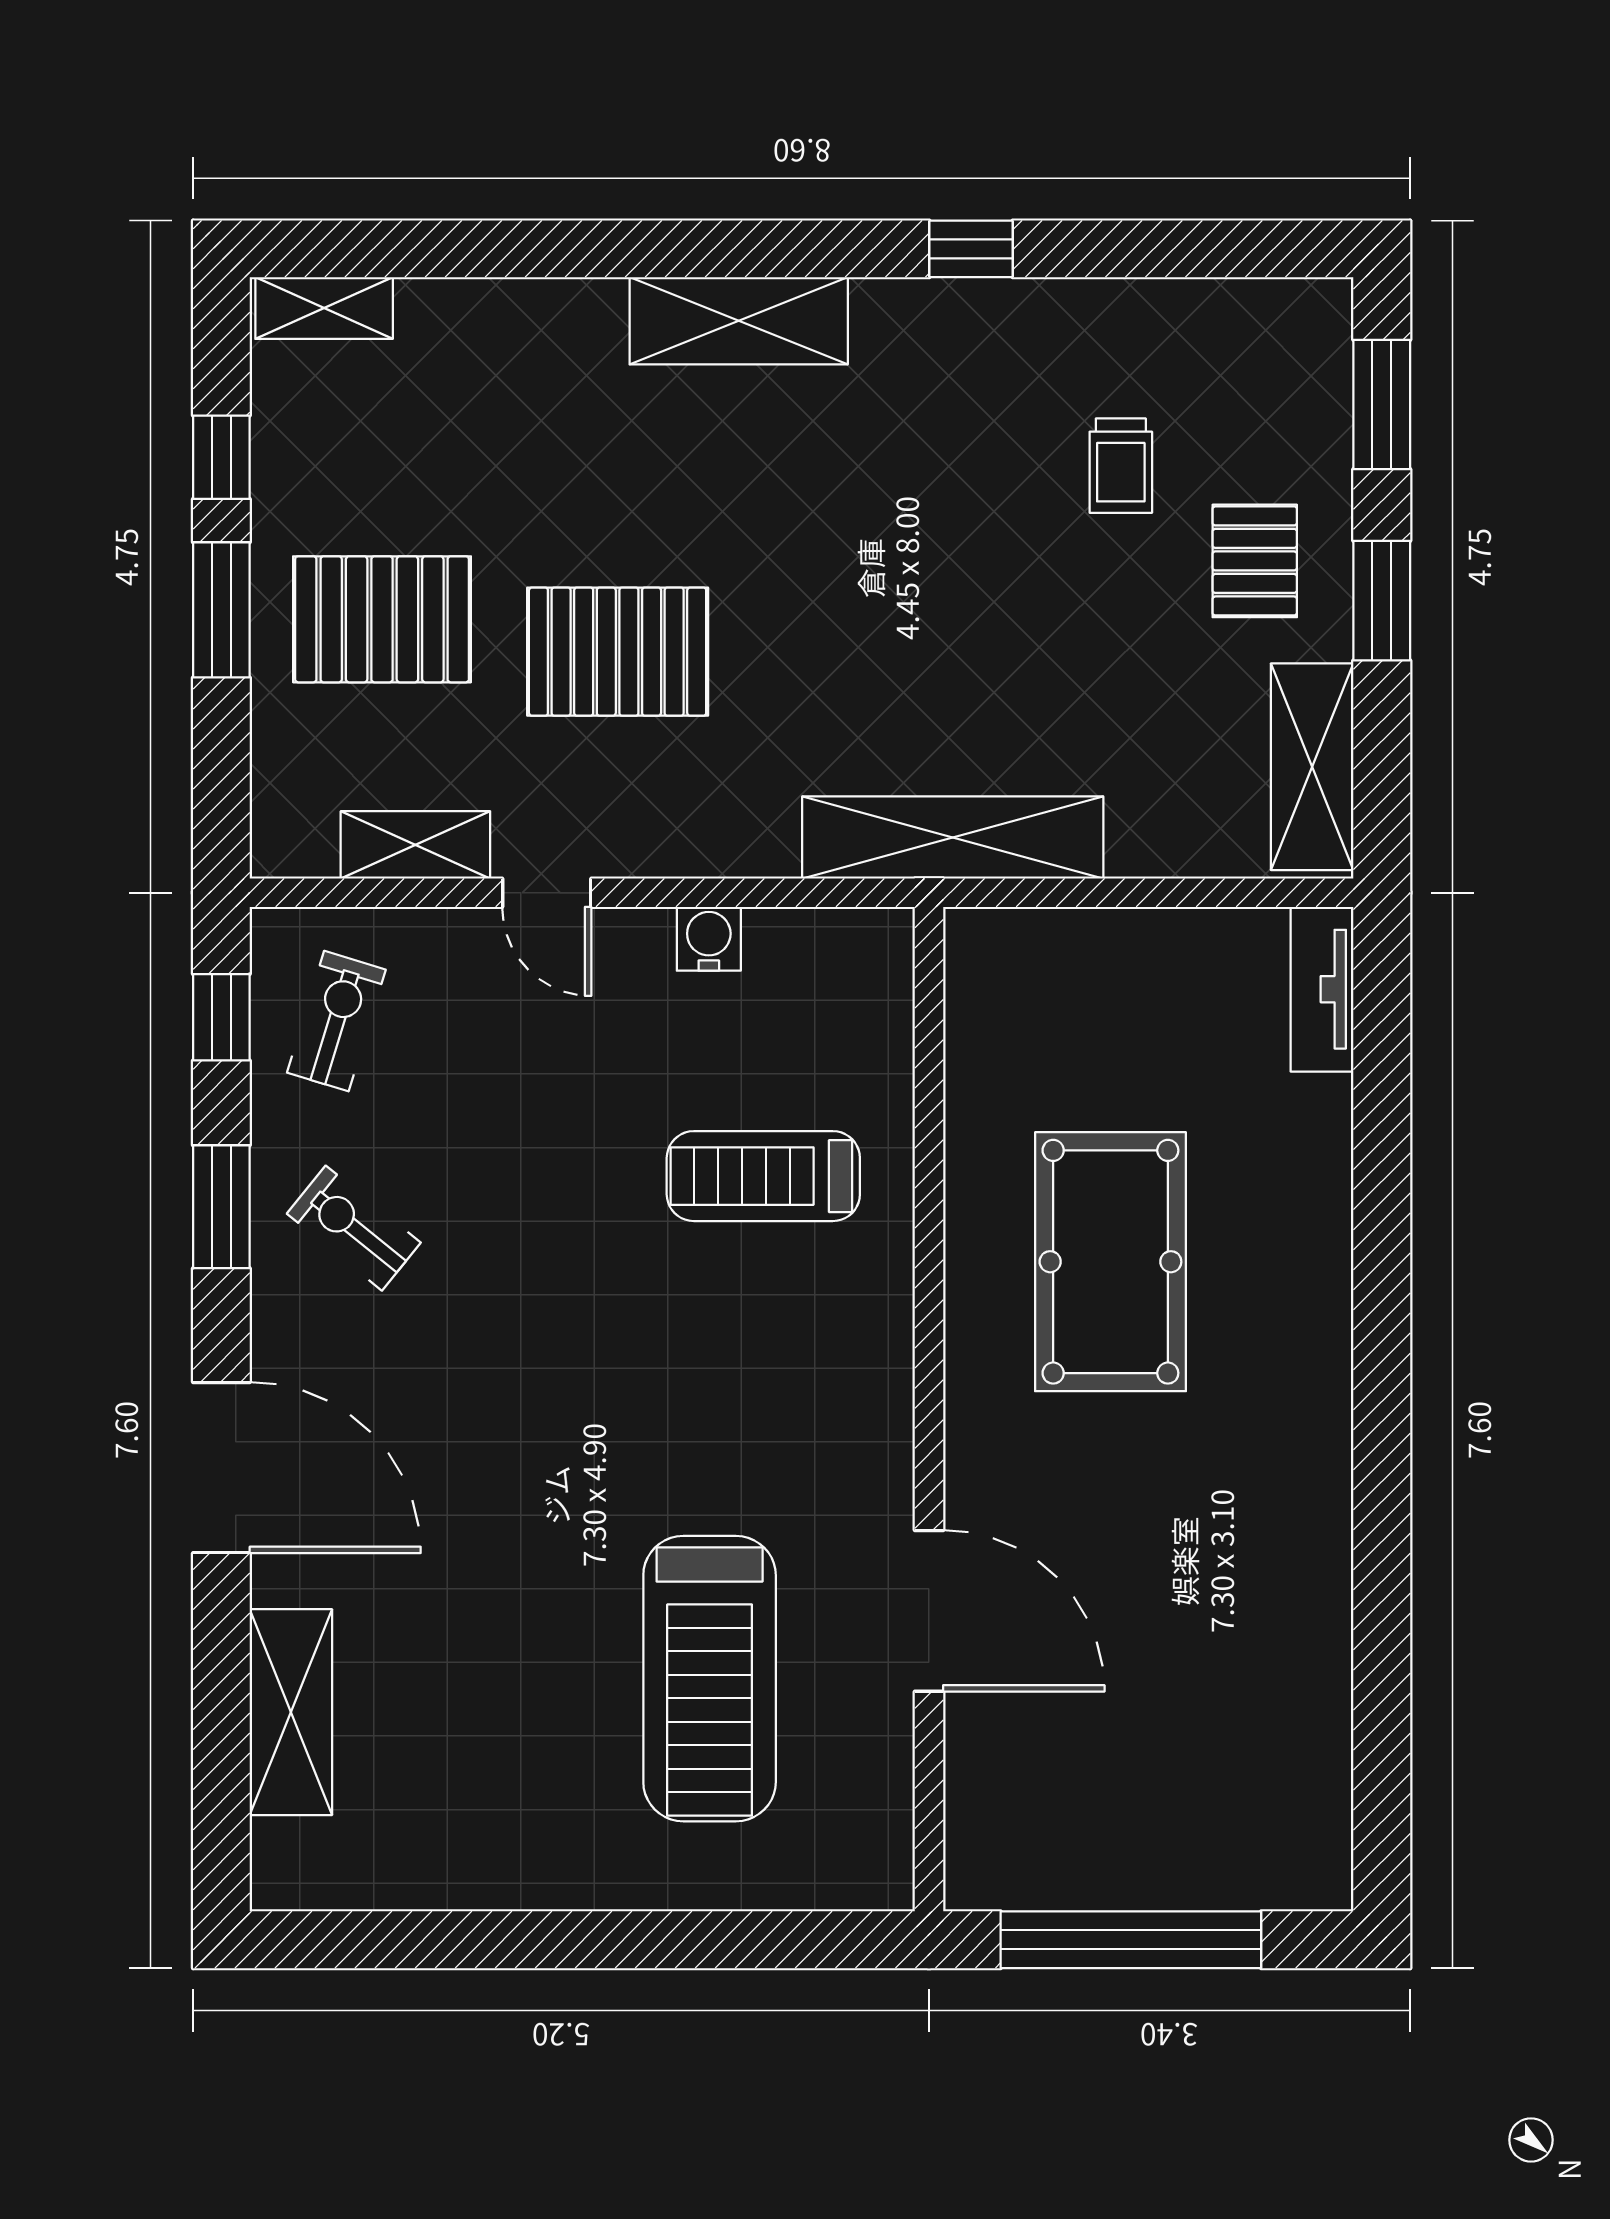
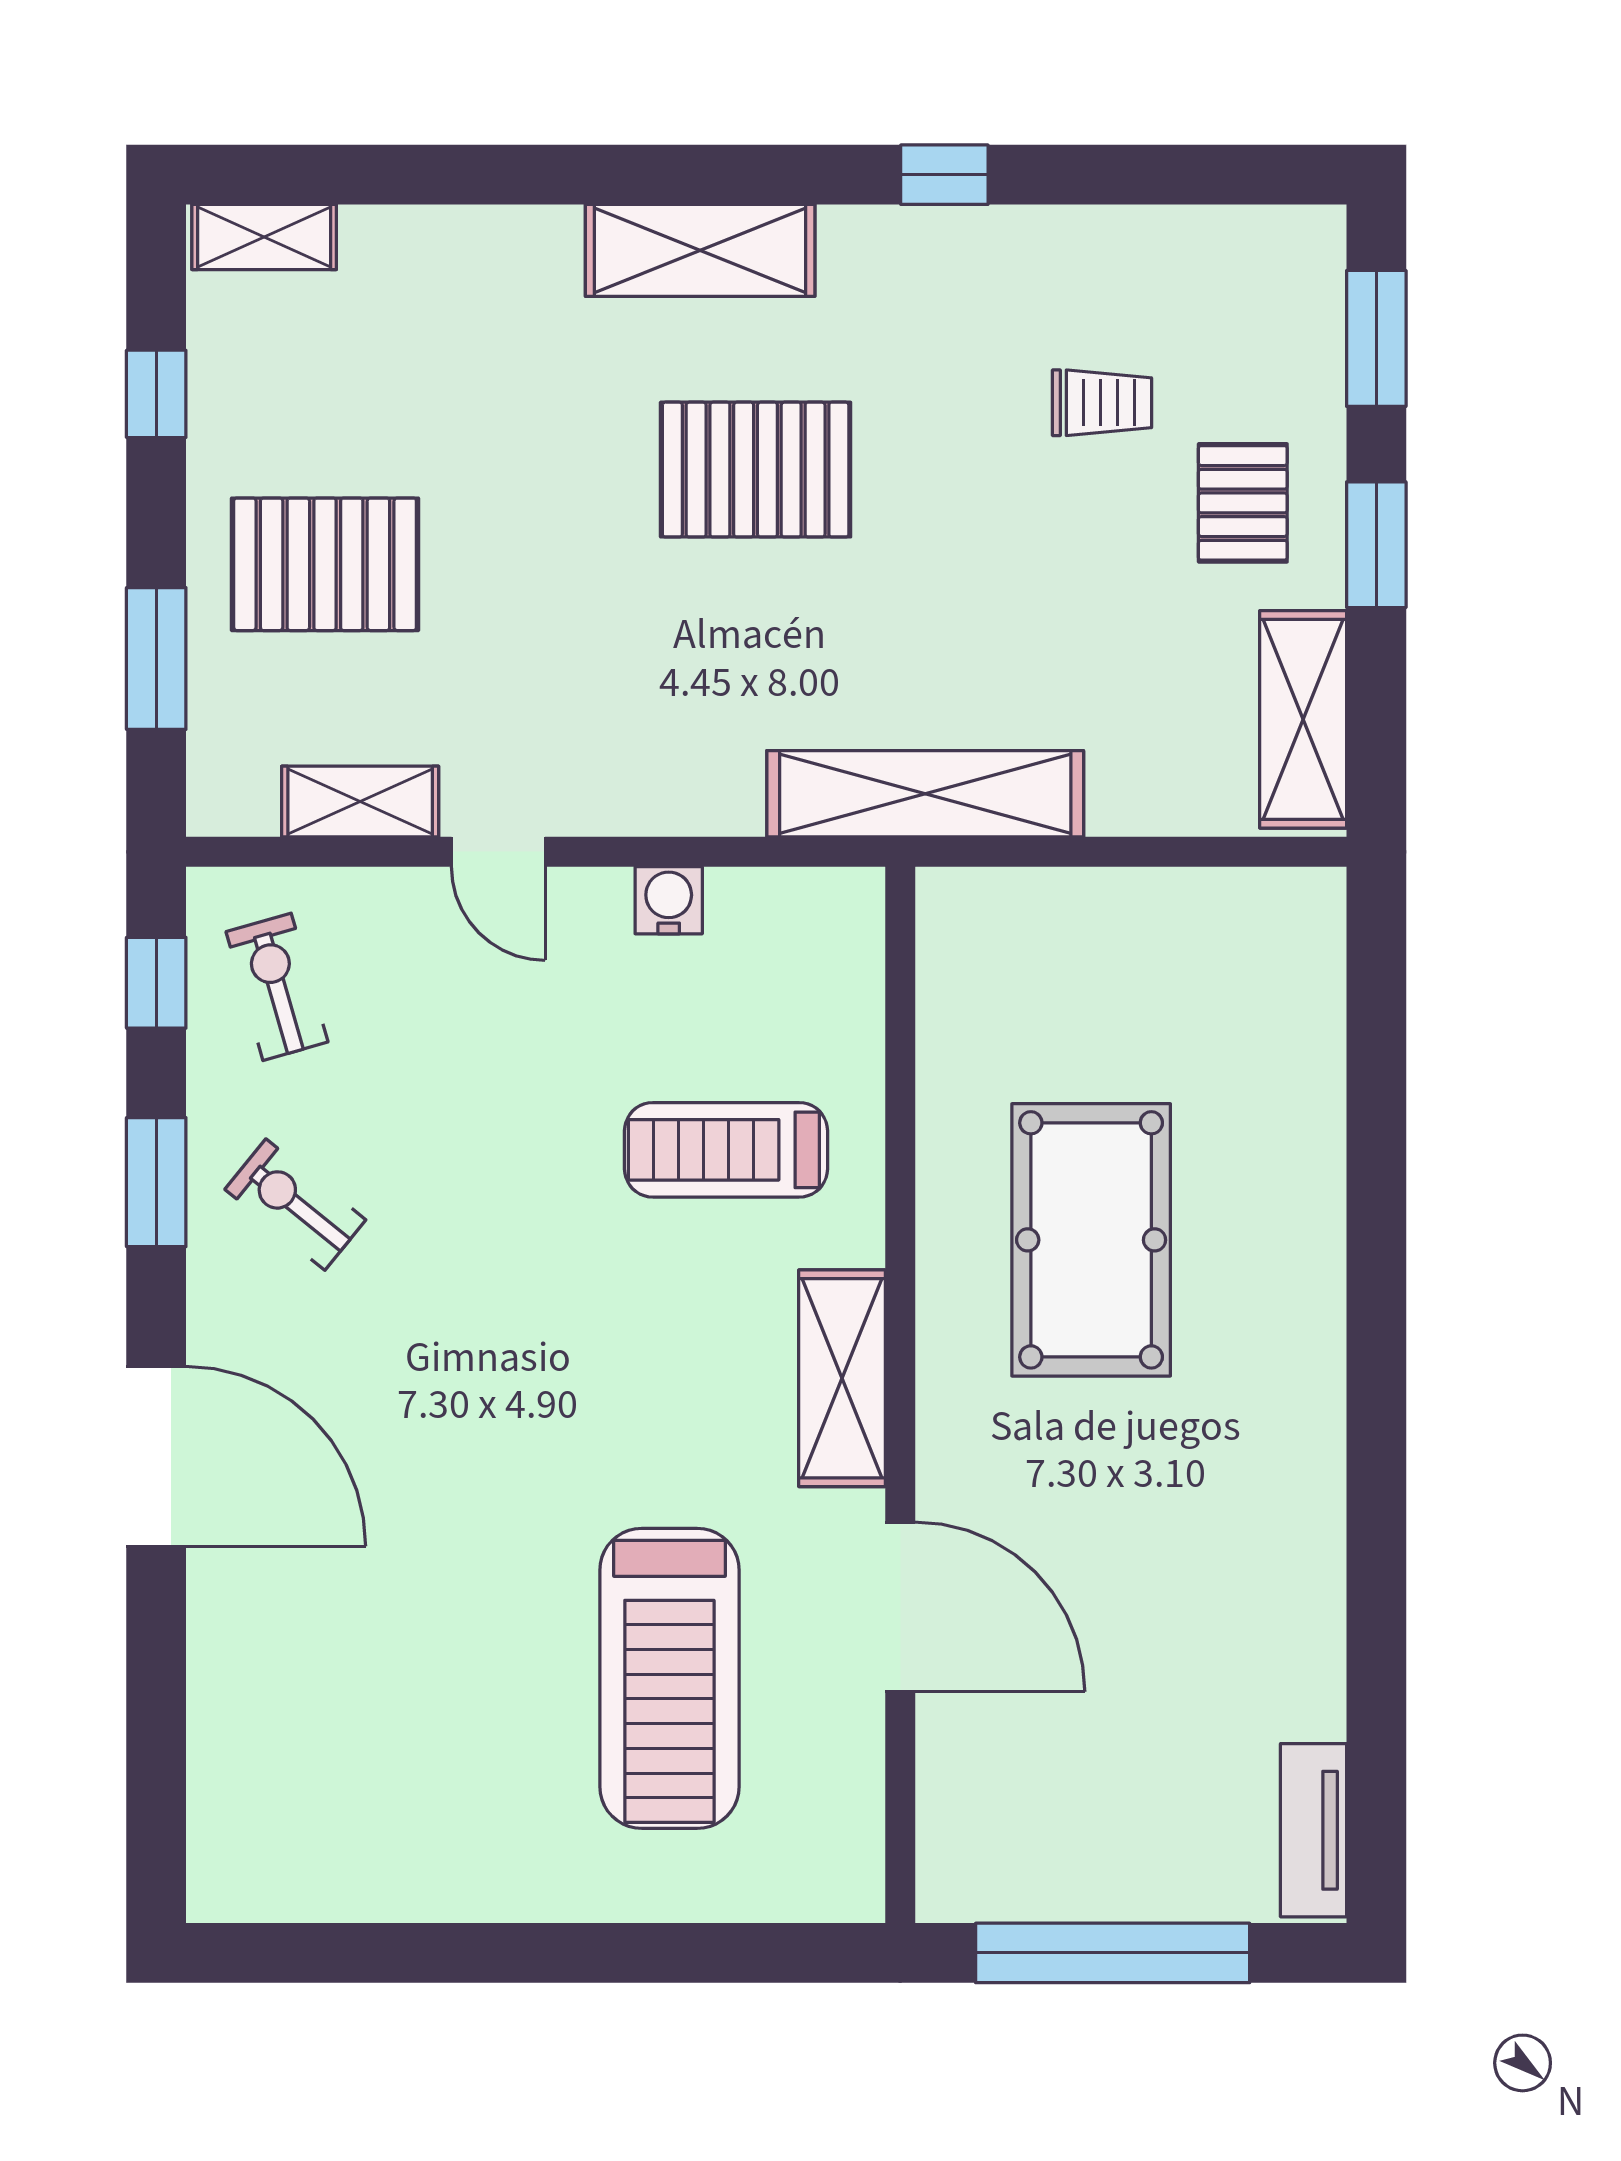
trolley: (1121, 466) -> (1102, 403), turned -90
window: (221, 610) -> (156, 658), moved
pallet: (618, 652) -> (756, 470), moved
tv unit: (1322, 989) -> (1313, 1830), moved
exercise bike: (336, 1021) -> (277, 987), turned -33
shelving: (291, 1712) -> (842, 1378), moved

